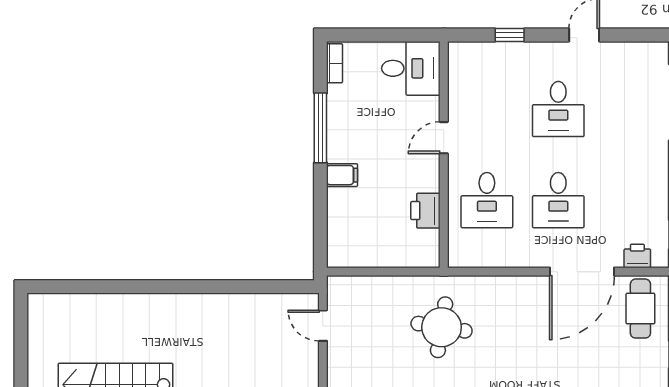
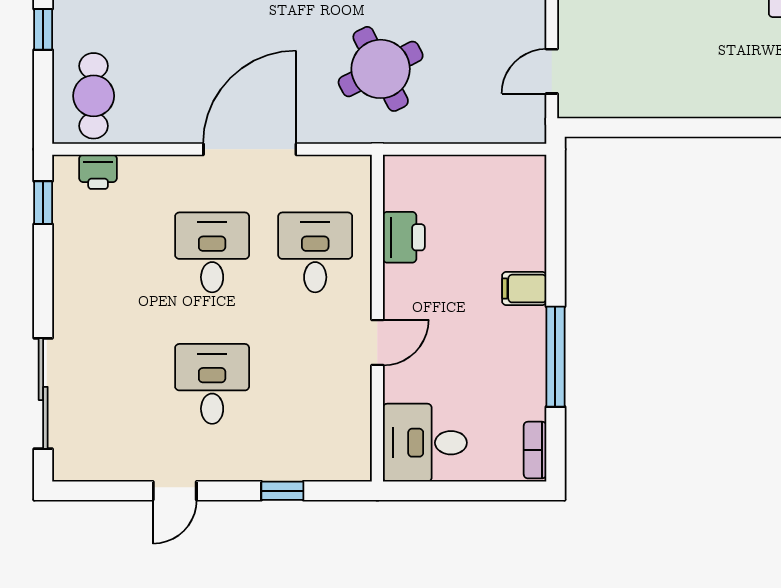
door: (582, 272) -> (250, 149), moved
door: (323, 326) -> (552, 71), swing flipped
round table: (442, 327) -> (381, 69), turned -36

